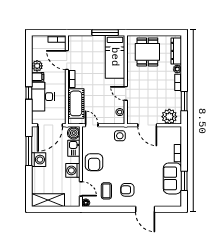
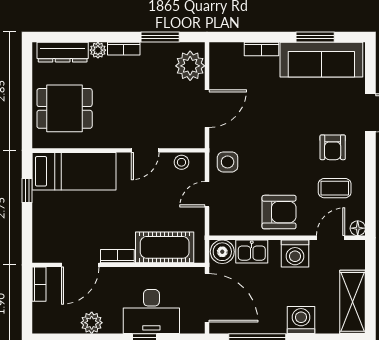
window: (105, 33) -> (27, 191), width x0.46
filing cabinet: (38, 77) -> (113, 322), removed
door: (92, 125) -> (207, 194), moved
washing machine: (39, 160) -> (301, 320), moved
sofa: (172, 178) -> (321, 60), width x1.36

